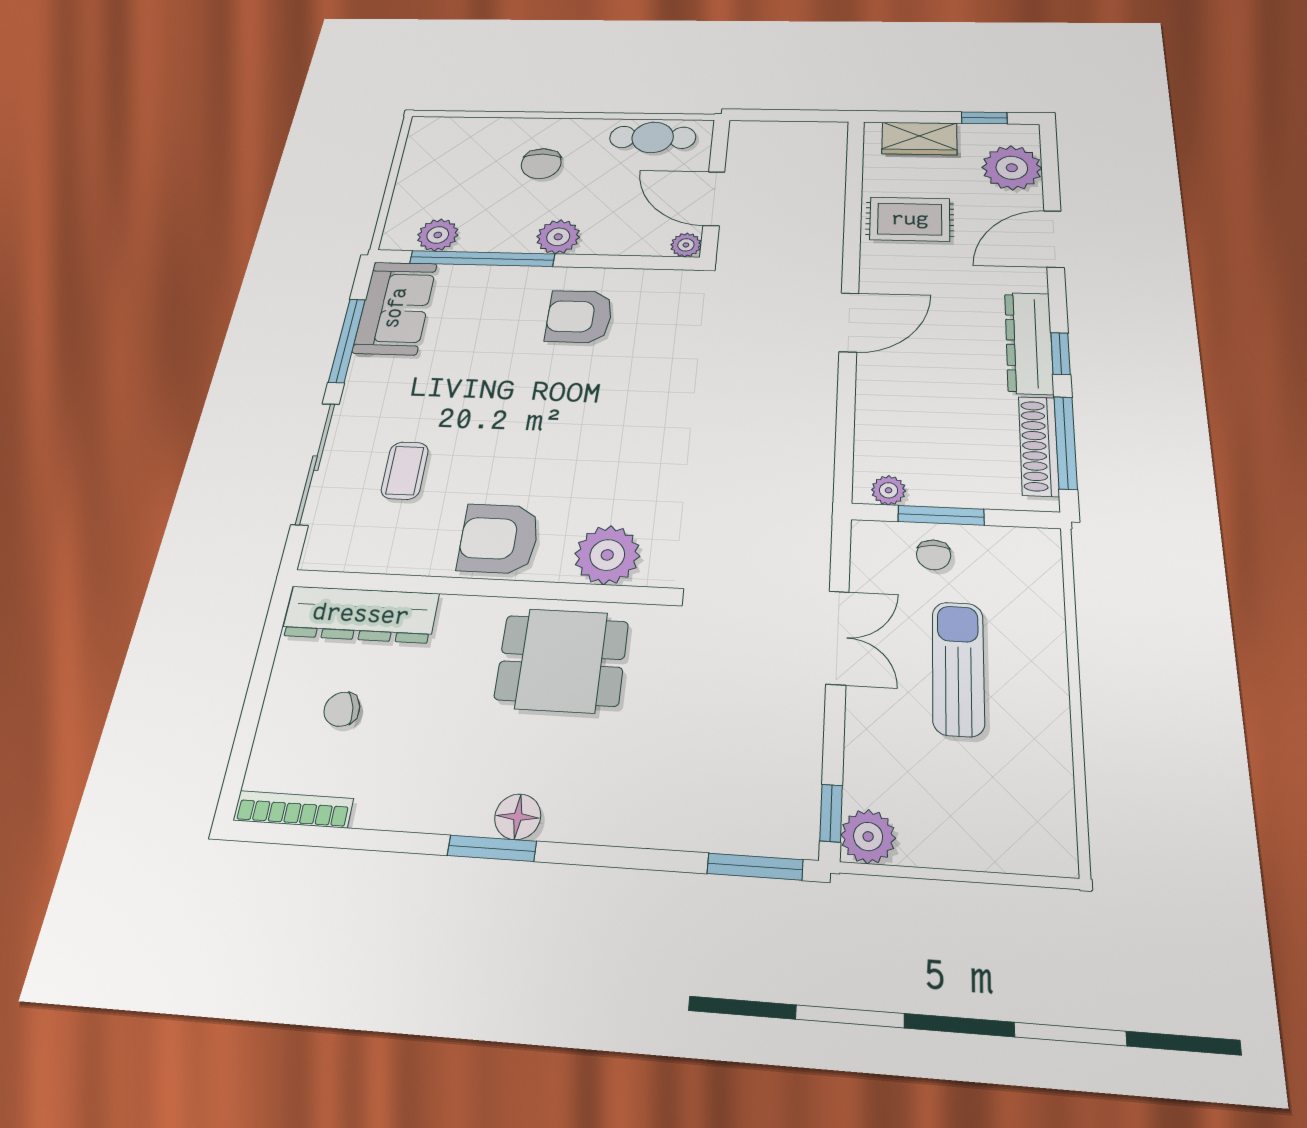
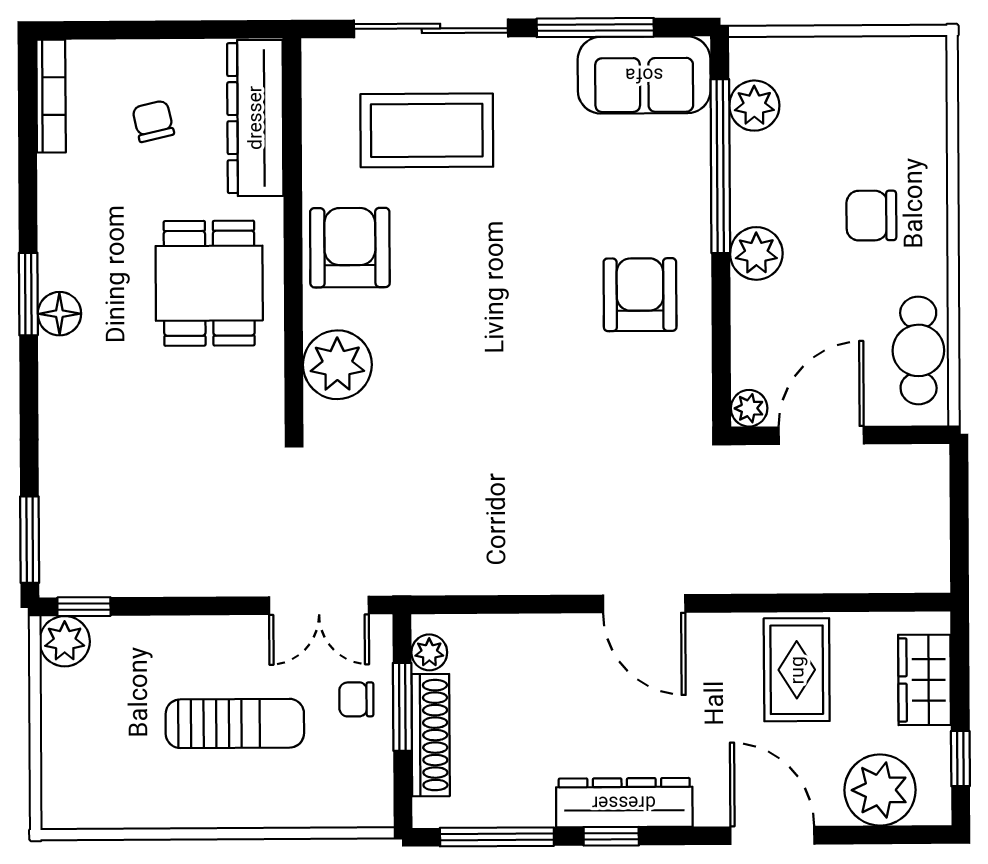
shoe rack: (1039, 446) -> (431, 735), moved, turned 90
coffee table: (405, 471) -> (427, 130), width x1.86, depth x1.72
double door: (837, 637) -> (319, 605), moved
dining table: (562, 660) -> (209, 283), moved

